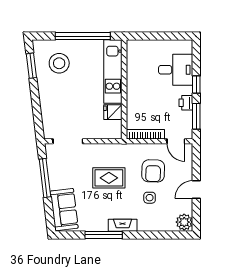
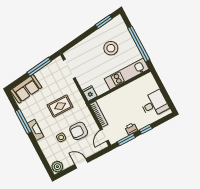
stool: (59, 63) -> (111, 48), moved
desk: (176, 70) -> (154, 104), moved, turned -90
fridge: (113, 112) -> (90, 93), moved
rug: (109, 178) -> (60, 106), turned 90

